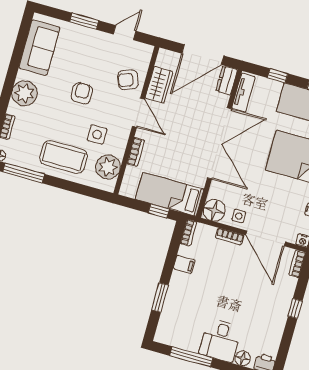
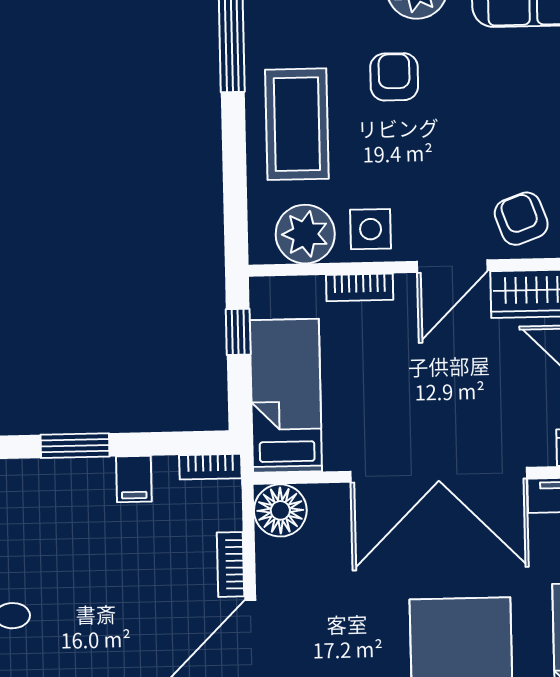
armchair: (82, 93) -> (394, 77), moved, turned -90
side table: (97, 134) -> (371, 229), moved
window: (159, 211) -> (238, 332), moved
side table: (239, 216) -> (284, 571), removed
window: (160, 298) -> (75, 446), moved

